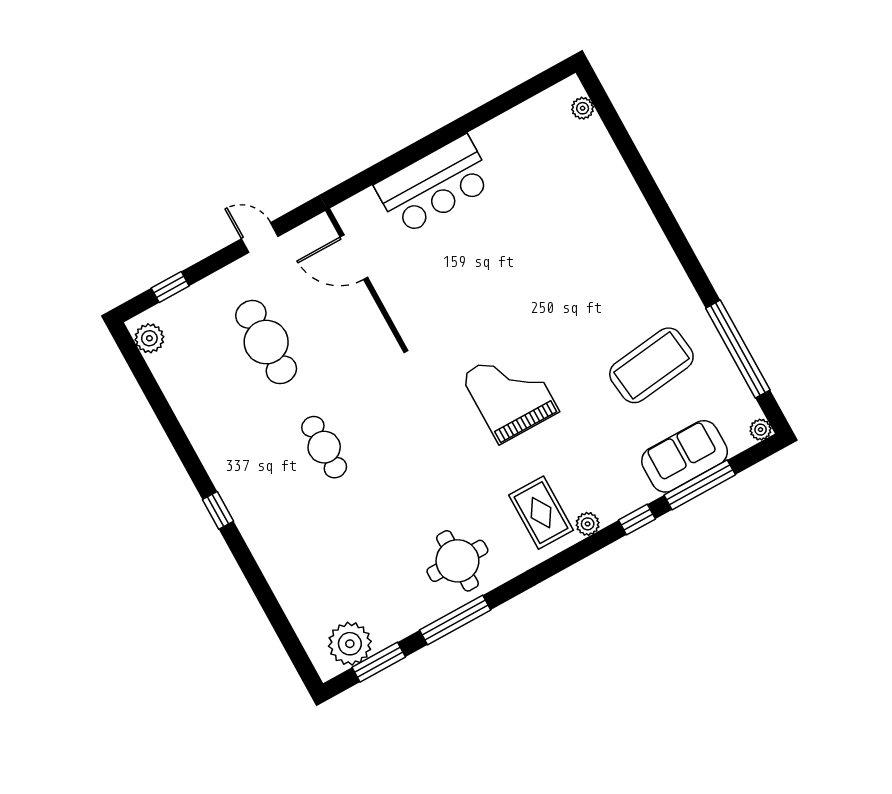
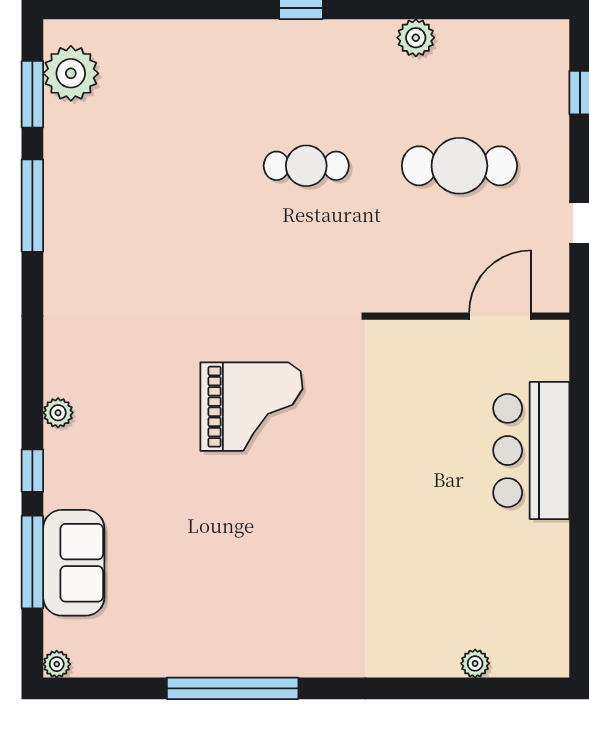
plant: (583, 108) -> (475, 663), moved
plant: (149, 338) -> (416, 38), moved
window: (738, 349) -> (233, 688), moved
coffee table: (651, 365) -> (196, 582), removed
rug: (541, 513) -> (99, 368), removed
round table: (457, 561) -> (97, 245), removed

